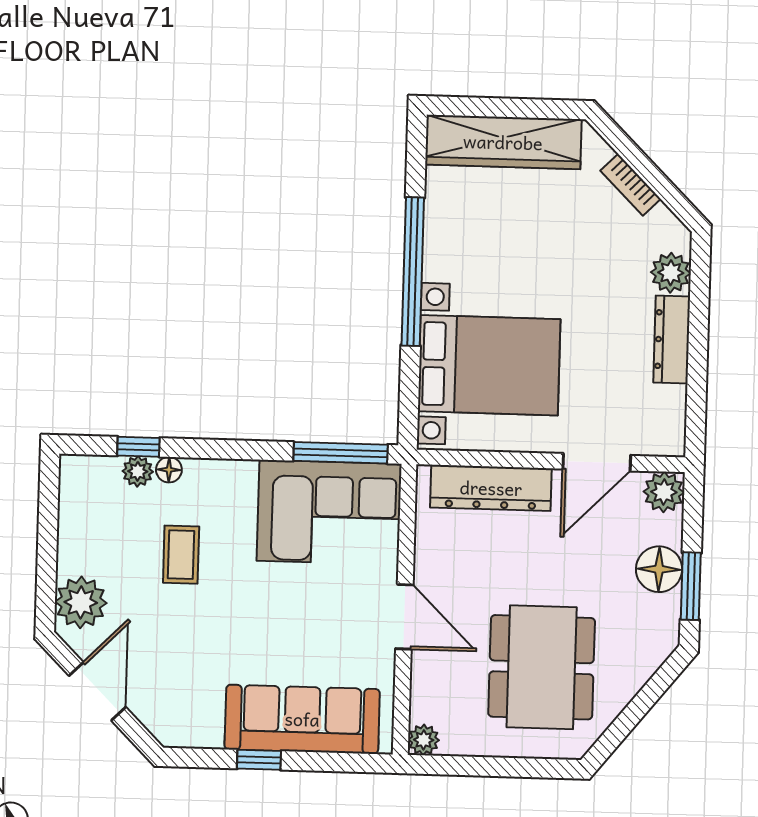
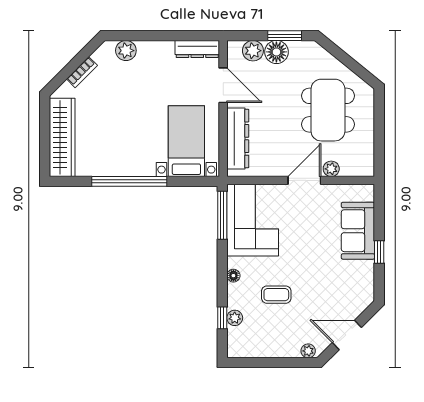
dresser: (672, 339) -> (197, 49), moved
bed with nightstands: (489, 365) -> (186, 141), width x0.73
floor lamp: (169, 470) -> (233, 276), moved
plant: (664, 492) -> (253, 51), moved
plant: (81, 602) -> (308, 351), width x0.53, depth x0.53
dining table: (542, 667) -> (328, 110), turned 90
sofa: (302, 719) -> (358, 231), width x0.73
plant: (424, 740) -> (331, 169), moved

